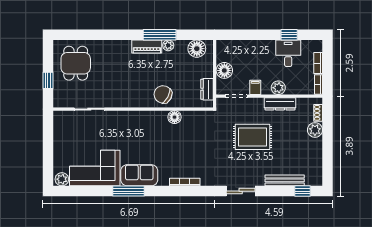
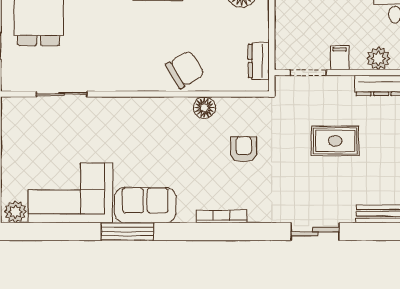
floor lamp: (224, 70) -> (288, 29), removed
chair: (163, 94) -> (185, 70), turned 121
rug: (253, 137) -> (335, 141), width x0.73, depth x0.70
armchair: (198, 142) -> (244, 149), added

